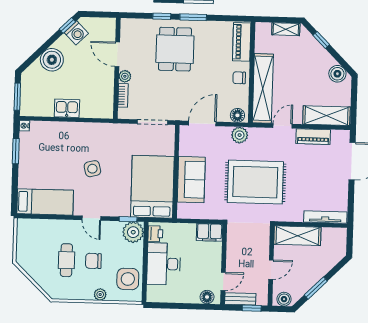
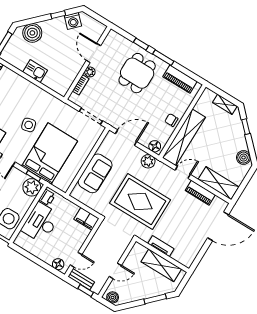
window: (67, 25) -> (58, 15), moved
piano: (242, 42) -> (180, 79), moved, turned -90
boiler: (52, 60) -> (32, 33), moved
bed: (152, 187) -> (50, 154), moved
tv unit: (325, 217) -> (161, 246), moved, width x0.71
shelving: (297, 236) -> (161, 265), moved
window: (316, 288) -> (155, 299), moved

